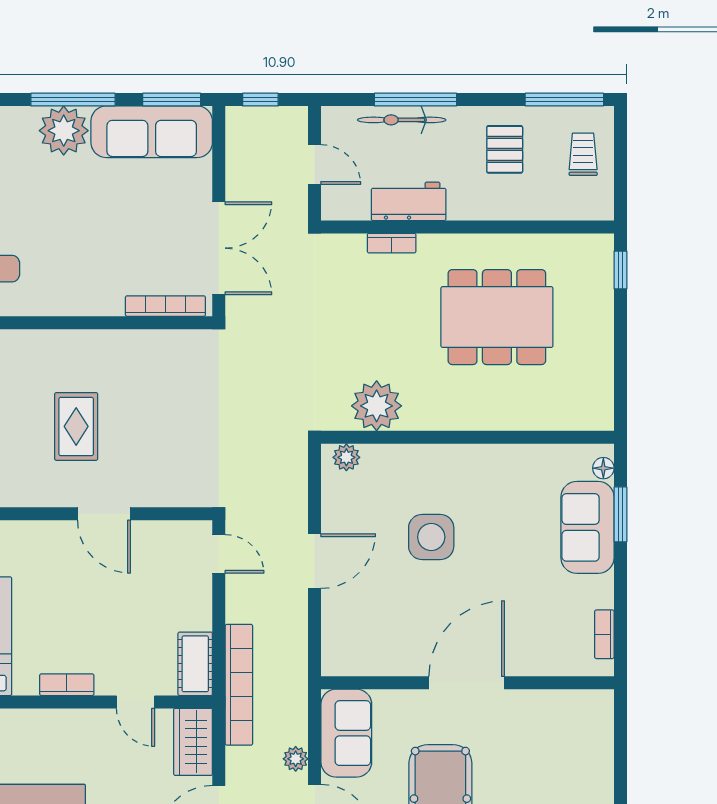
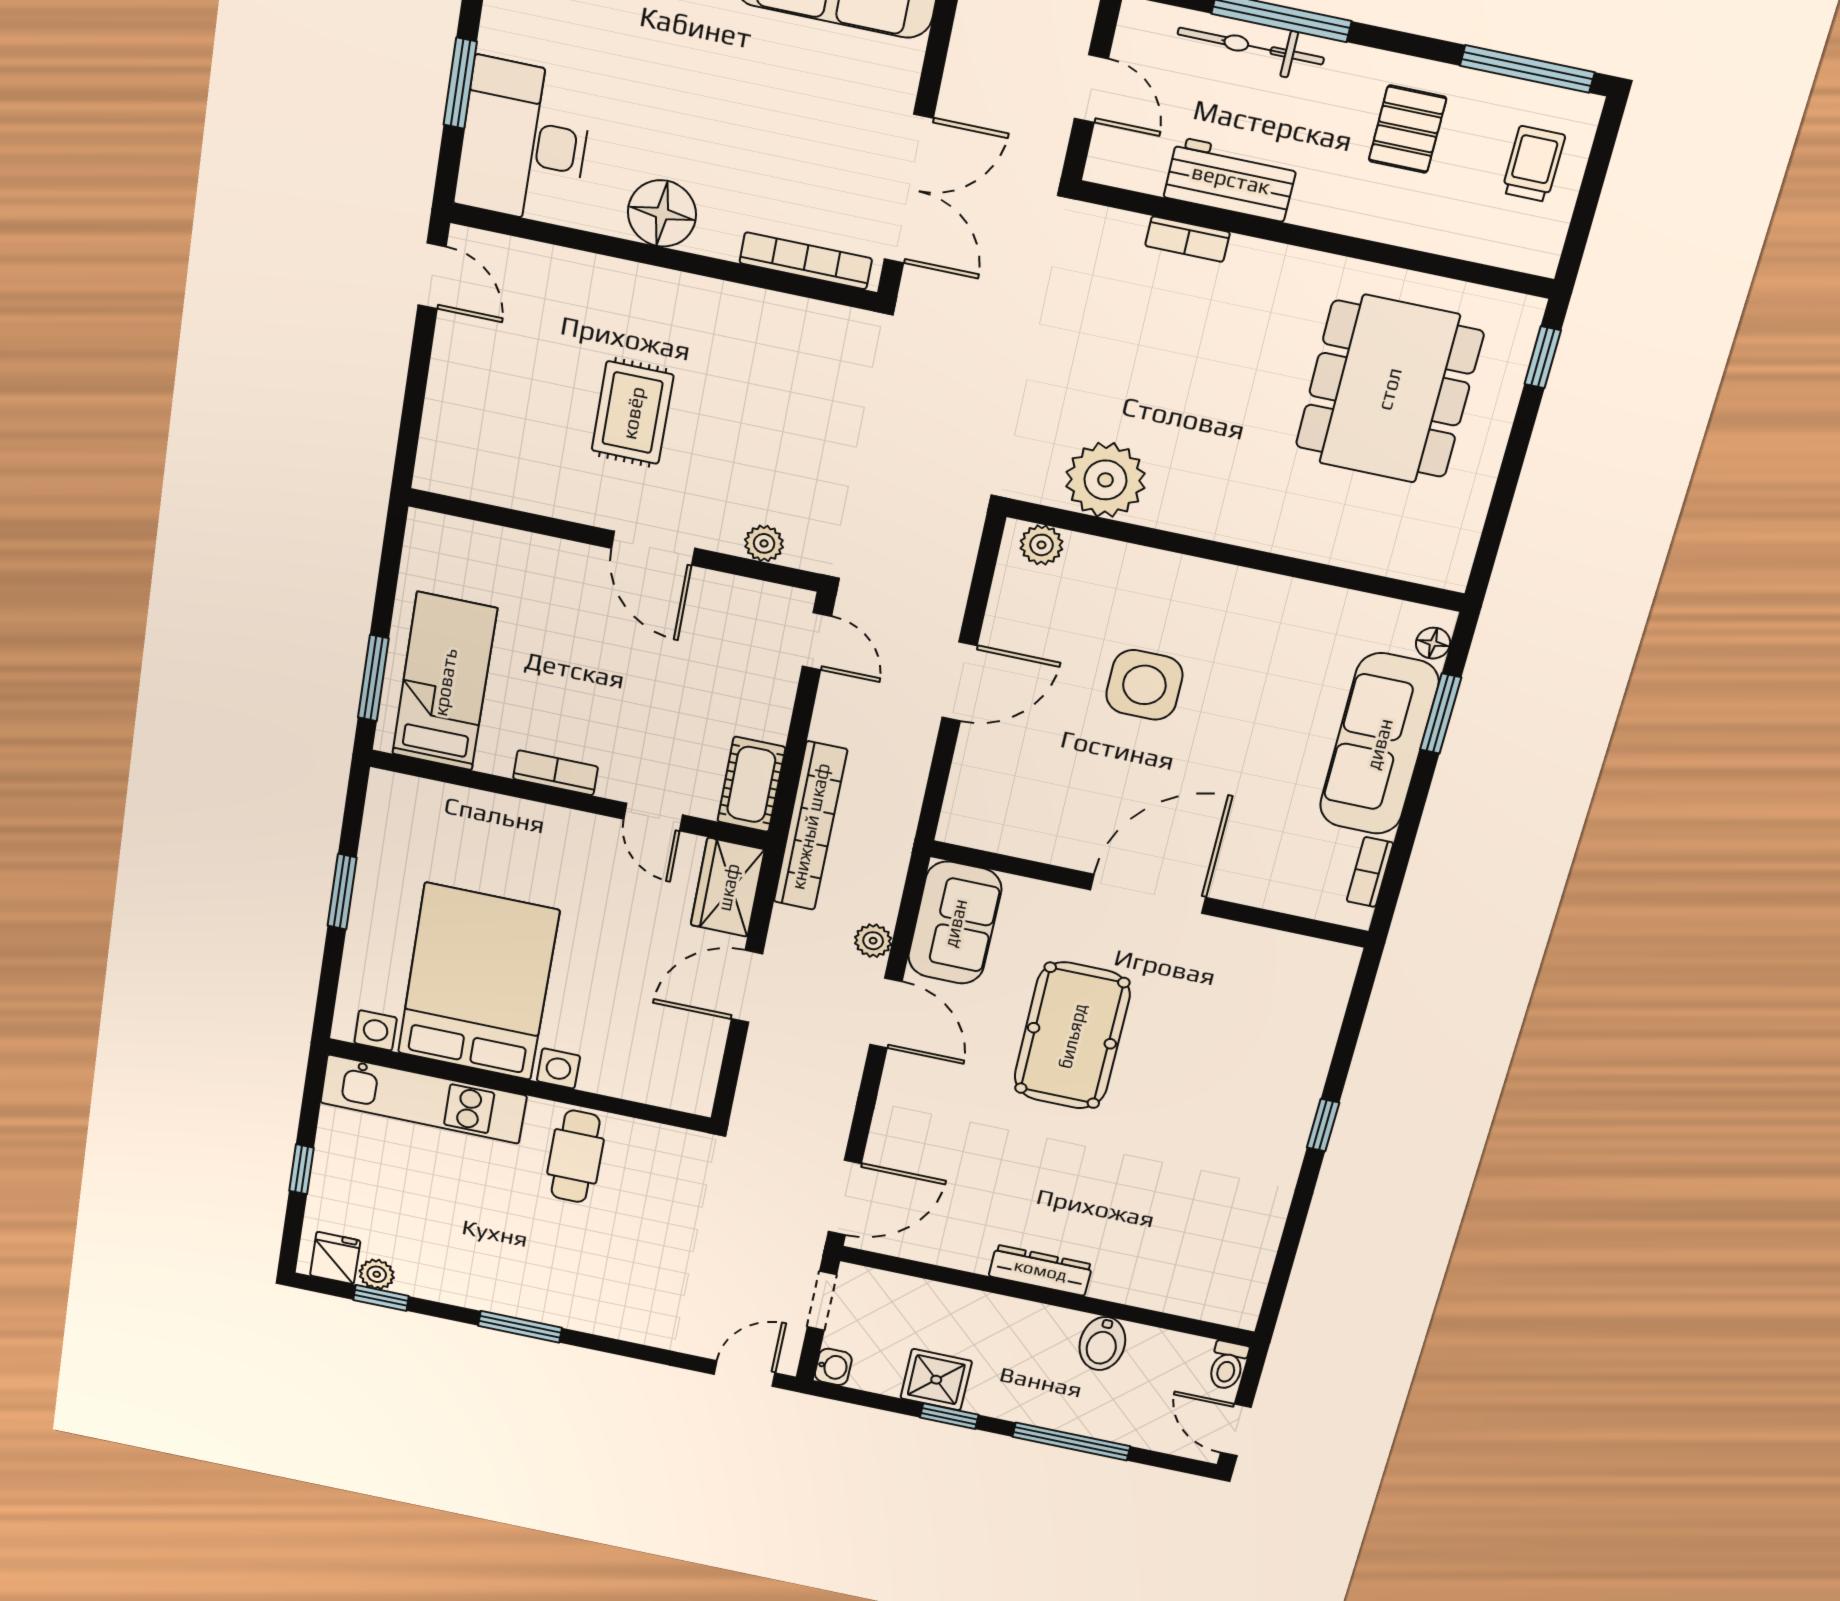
floor lamp: (73, 295) -> (662, 213), added
dining table: (497, 317) -> (1389, 389), moved, turned 90
plant: (173, 495) -> (764, 543), added
sofa: (587, 527) -> (1379, 744), width x1.36

